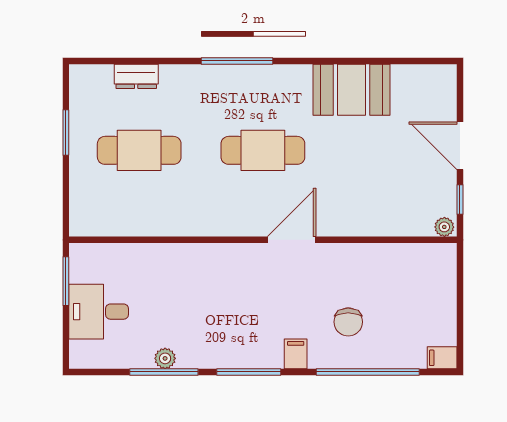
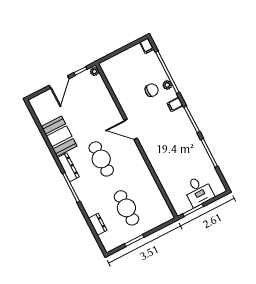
dresser: (280, 76) -> (68, 167), added
plant: (165, 358) -> (167, 85), moved

